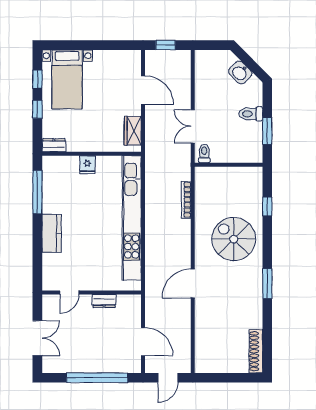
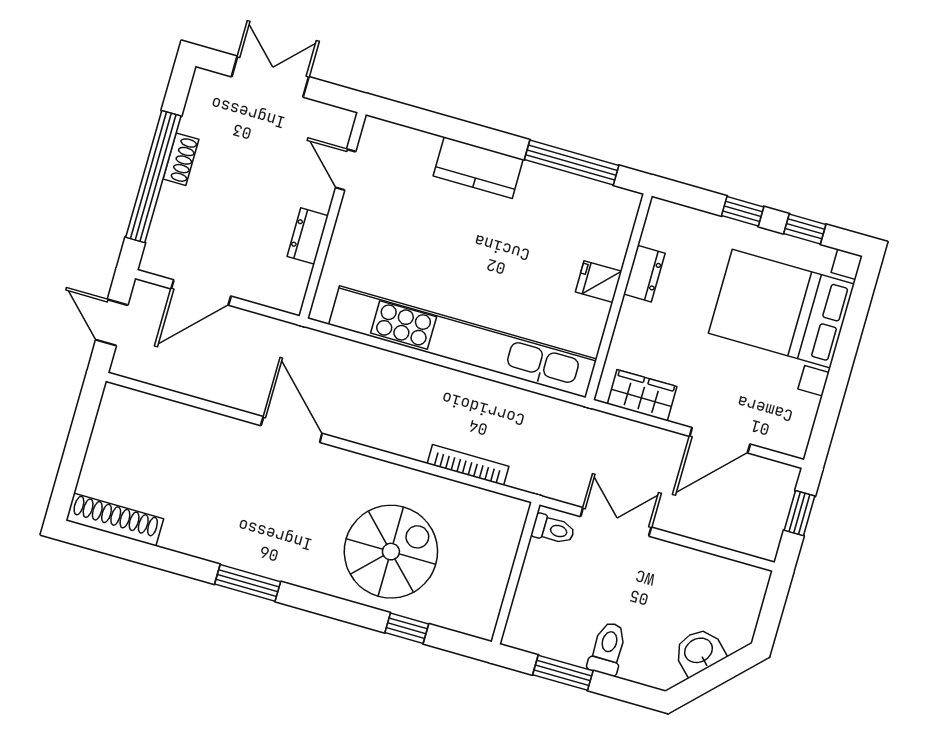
bed with nightstands: (67, 79) -> (781, 309), width x1.36
dresser: (54, 145) -> (644, 274), moved
spiral stairs: (234, 239) -> (391, 552), moved
double door: (37, 338) -> (270, 77), swing flipped
shoe rack: (86, 368) -> (181, 159), added

